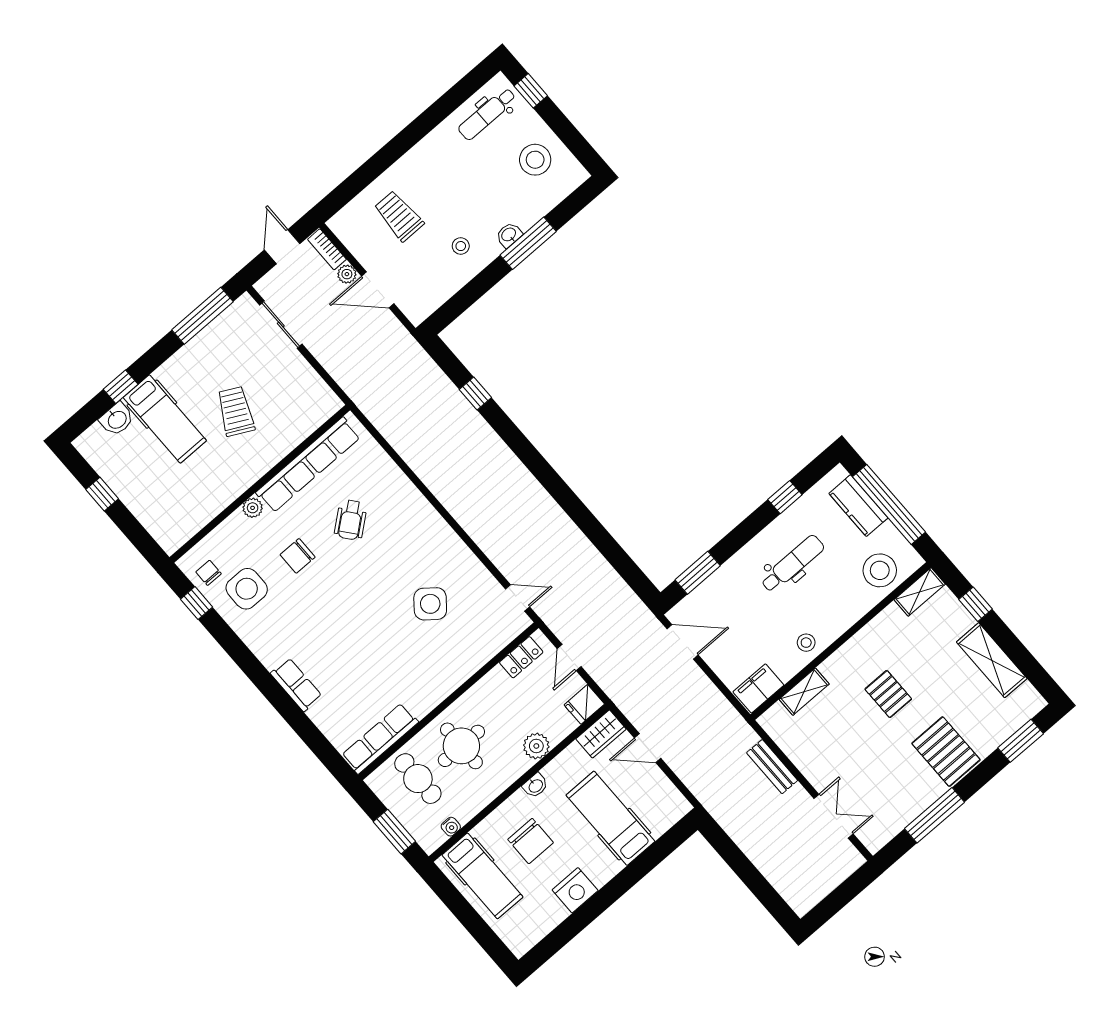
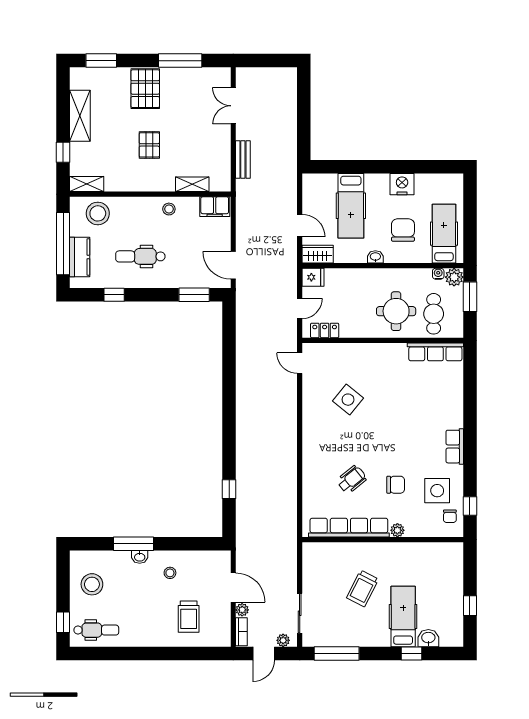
plant: (273, 279) -> (283, 640), added
row of seats: (296, 685) -> (455, 447), moved
plant: (536, 746) -> (454, 277), moved

